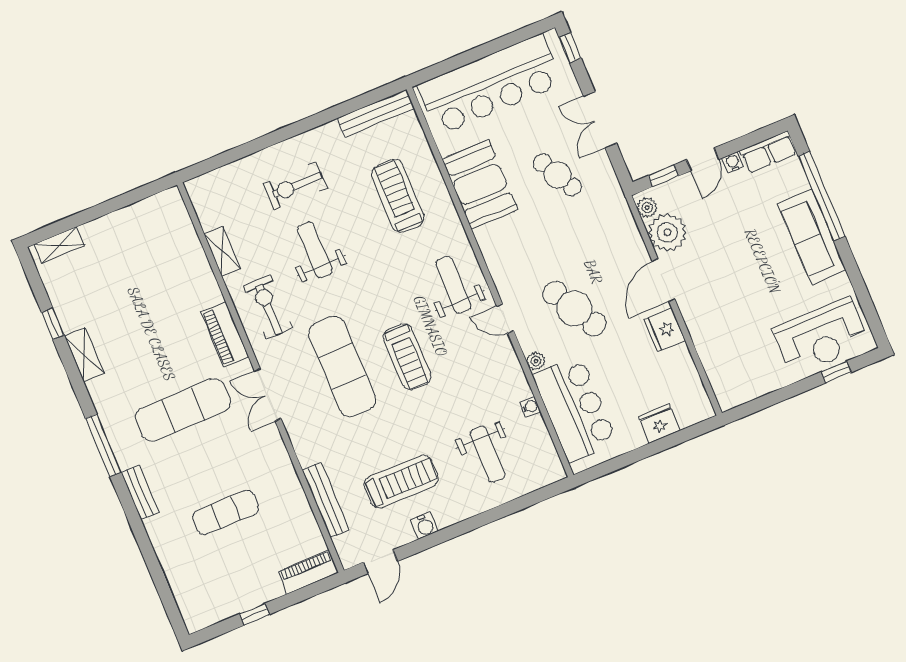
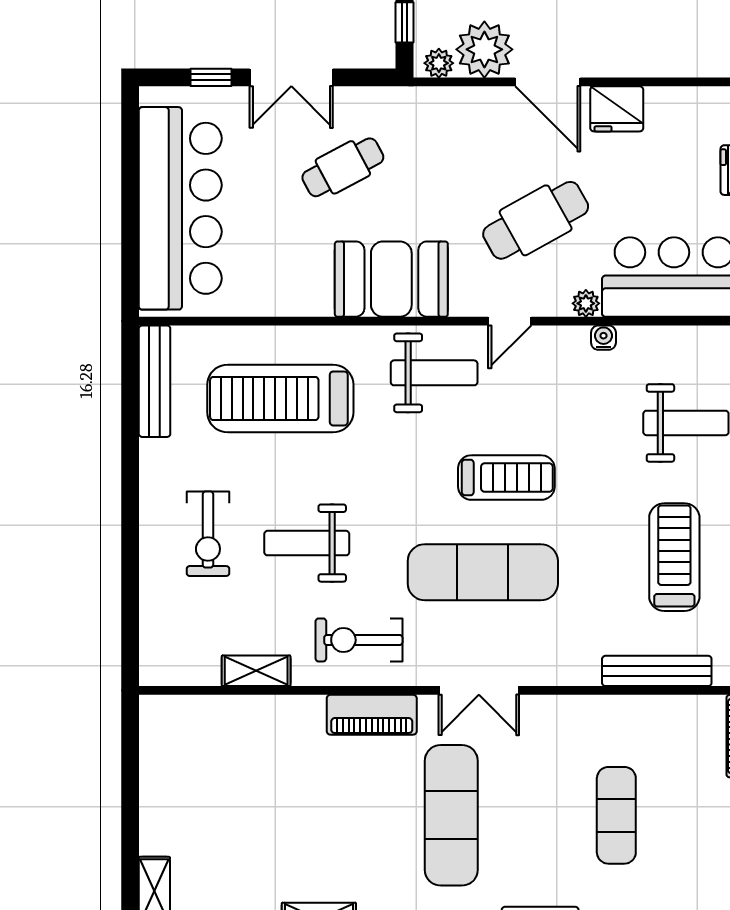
window: (570, 48) -> (211, 77), moved
booth: (480, 184) -> (391, 279), moved
treadmill: (398, 196) -> (280, 398), width x1.37, depth x1.38
weight bench: (453, 285) -> (434, 373), turned 180
water cooler: (530, 407) -> (603, 338), moved

